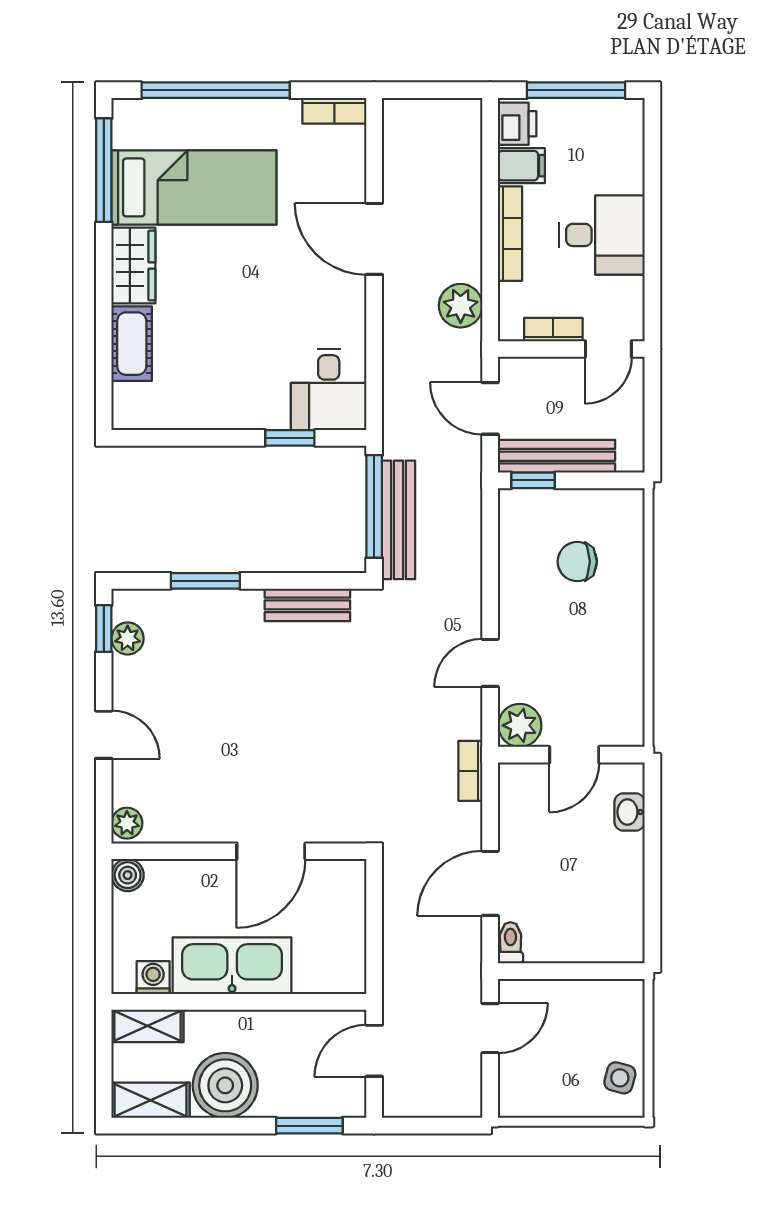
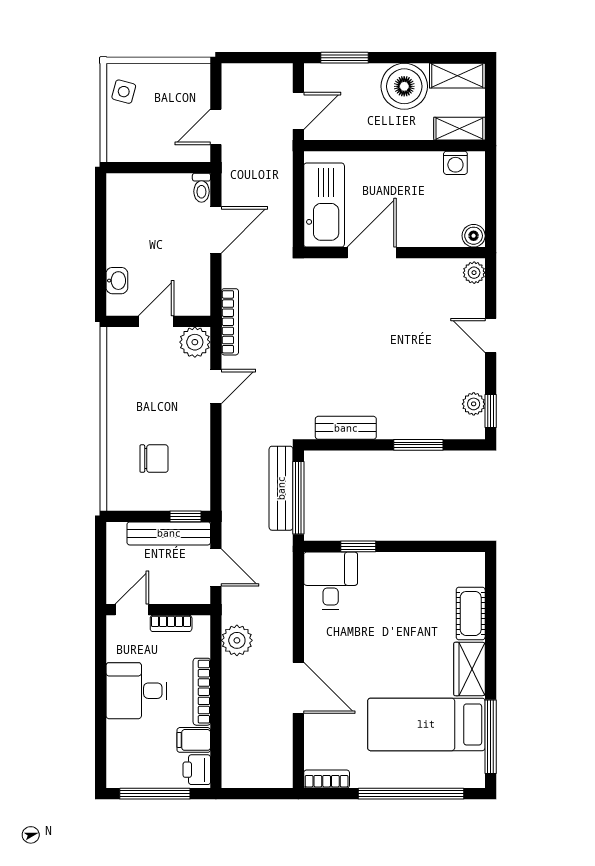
bookcase: (470, 771) -> (230, 322), width x1.56
kitchen sink: (232, 966) -> (324, 205), moved, turned -90

